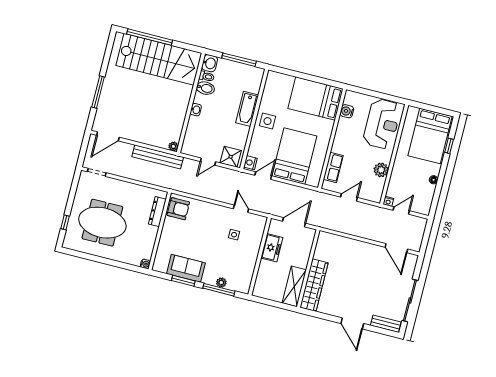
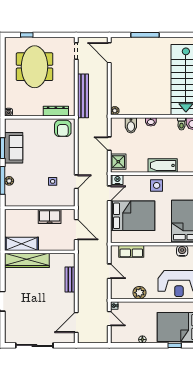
bidet: (205, 88) -> (131, 125), moved
bench: (158, 157) -> (83, 96), moved
door: (263, 176) -> (109, 193), hinge flipped
bench: (386, 324) -> (70, 279), moved

